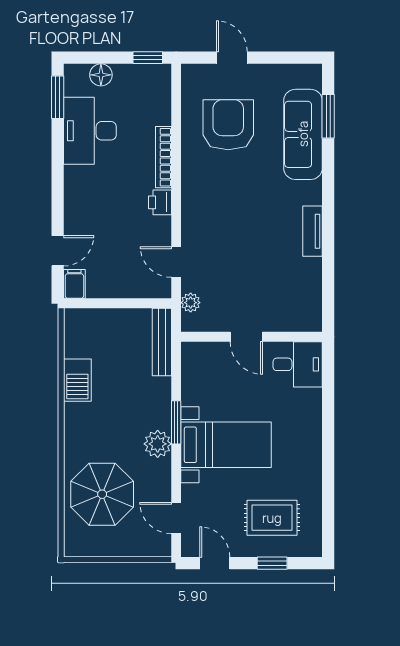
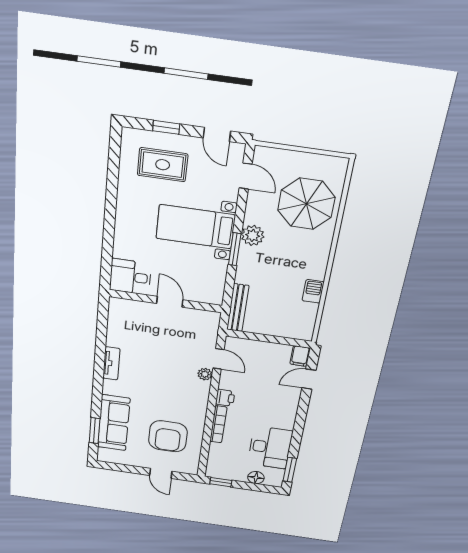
plant: (191, 303) -> (205, 374), moved
barbecue: (77, 380) -> (313, 291), width x0.73, depth x0.79

